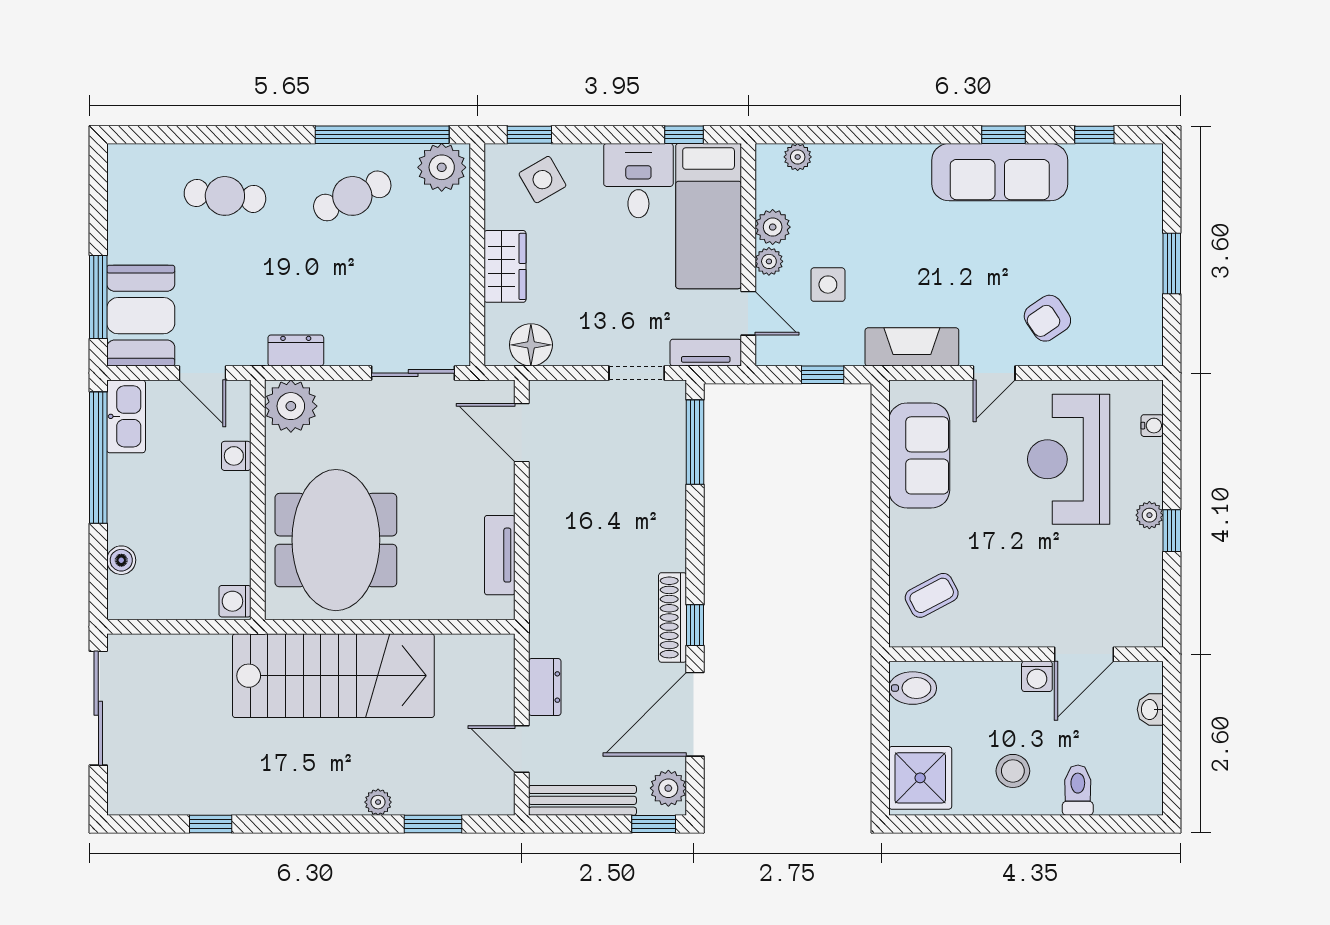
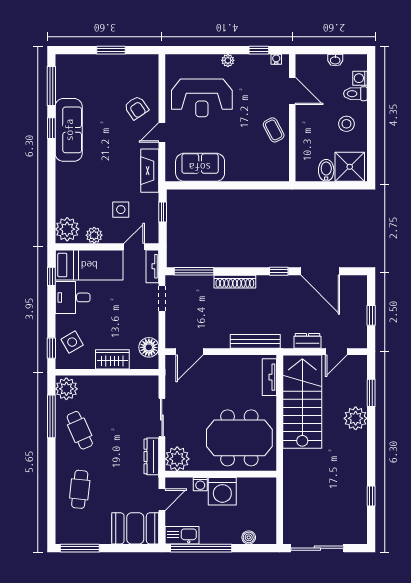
window: (382, 135) -> (51, 416), width x0.68
window: (1094, 135) -> (51, 86), width x2.17
plant: (798, 157) -> (67, 229), width x1.87, depth x1.87
plant: (769, 261) -> (110, 237), removed
window: (98, 297) -> (80, 548), moved
dresser: (296, 351) -> (151, 456), width x1.44
sliding door: (413, 373) -> (162, 418), moved
door: (994, 373) -> (162, 132), swing flipped
water cooler: (1152, 426) -> (276, 59), moved
window: (1172, 531) -> (259, 50), moved
tv unit: (500, 555) -> (269, 377), moved, turned 90
coffee table: (932, 595) -> (274, 130), moved
washing machine: (235, 601) -> (222, 491), moved, width x1.89, depth x1.89
shoe rack: (673, 617) -> (235, 282), moved
stairs: (333, 676) -> (302, 402), moved
washing machine: (1037, 676) -> (360, 78), moved, turned 180
bidet: (913, 688) -> (326, 170), moved
washbasin: (1150, 709) -> (335, 60), moved
plant: (668, 788) -> (354, 284), removed
bench: (582, 800) -> (255, 341), moved, turned 90
plant: (378, 802) -> (356, 418), width x1.88, depth x1.88
window: (654, 824) -> (371, 315), moved

